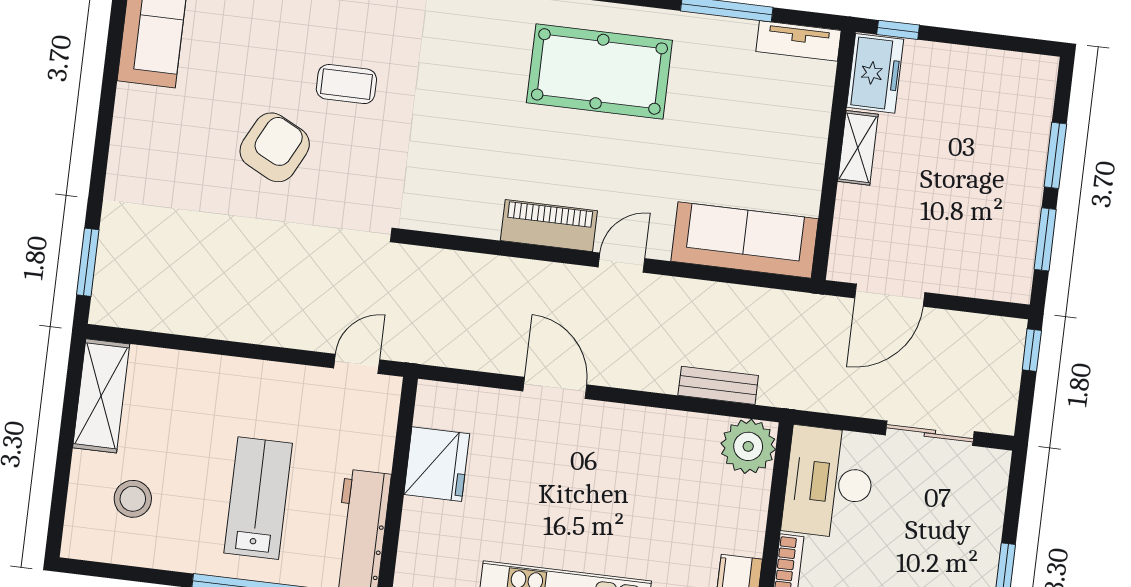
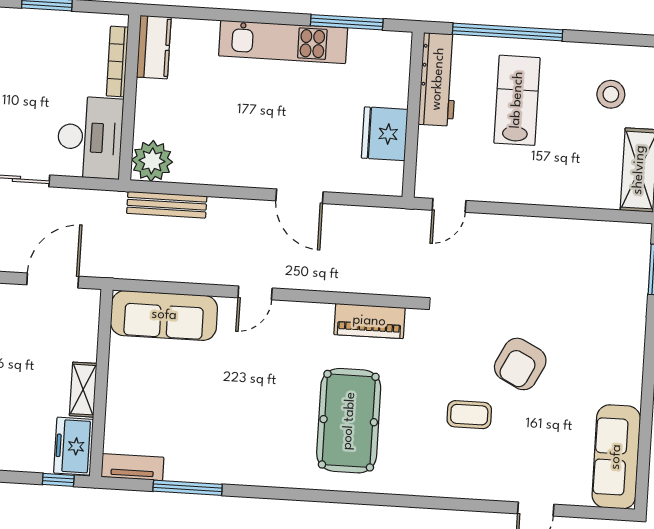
pool table: (599, 71) -> (349, 421), moved, turned 90
piano: (549, 226) -> (369, 321), moved
bench: (718, 385) -> (167, 205), width x1.36
lab bench: (258, 498) -> (517, 100), turned 180

